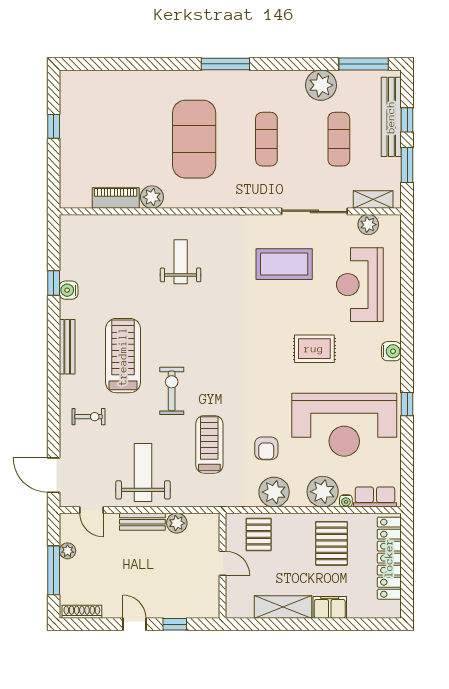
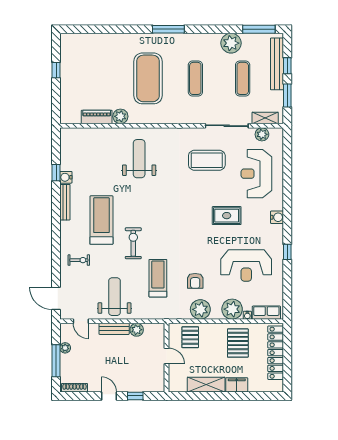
weight bench: (181, 262) -> (139, 159), width x1.36, depth x1.33
bench: (67, 347) -> (65, 202), moved
reception desk: (344, 425) -> (246, 265), width x0.74, depth x0.77

